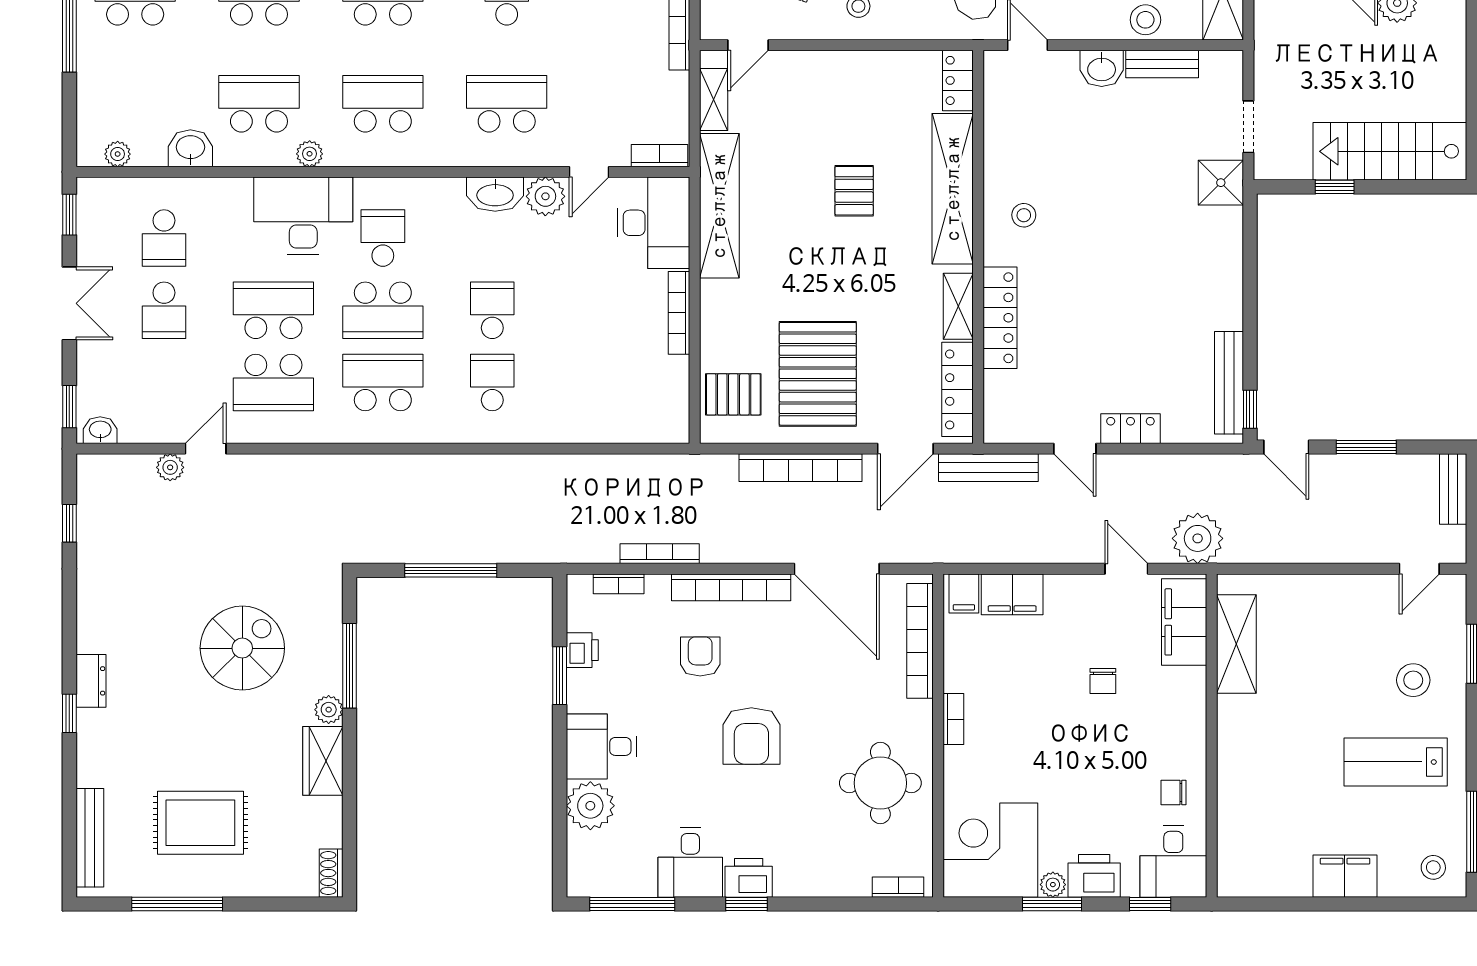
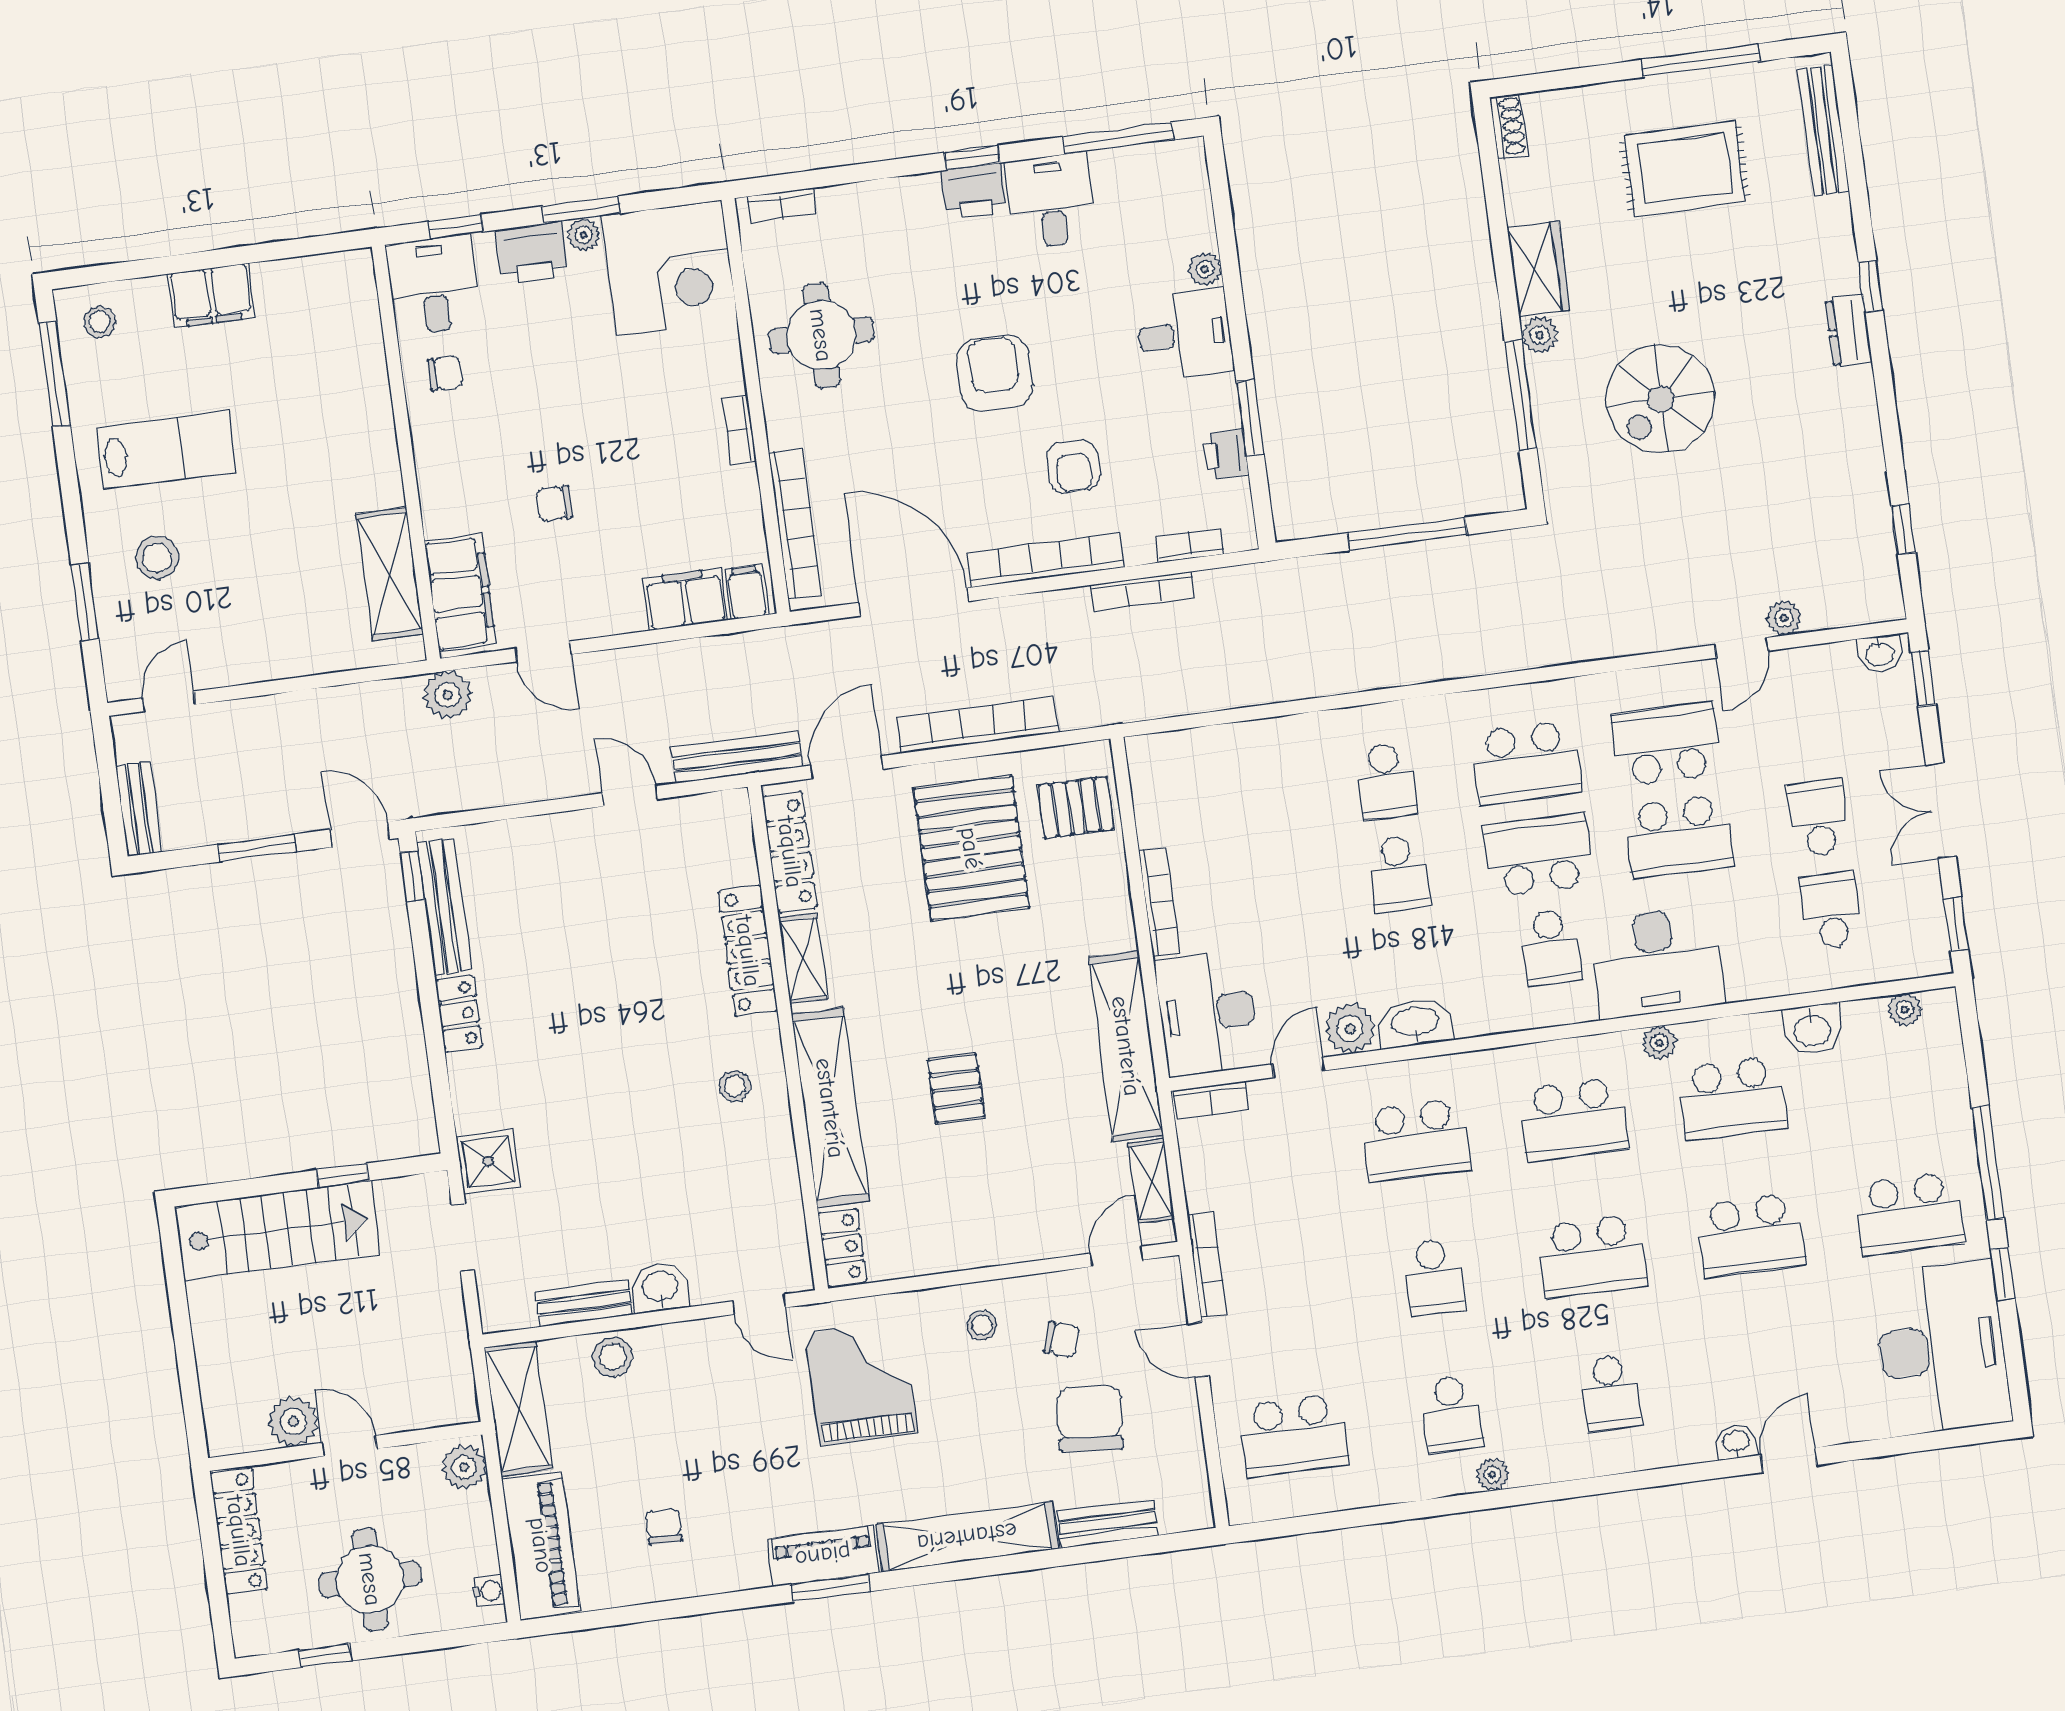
locker: (1130, 429) -> (459, 1014), moved, turned -90
plant: (1198, 538) -> (448, 695), width x0.73, depth x0.73
chair: (1103, 681) -> (554, 504), turned -90
plant: (590, 806) -> (1205, 269), width x0.53, depth x0.53

